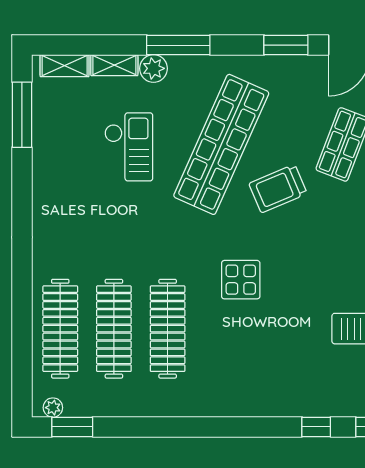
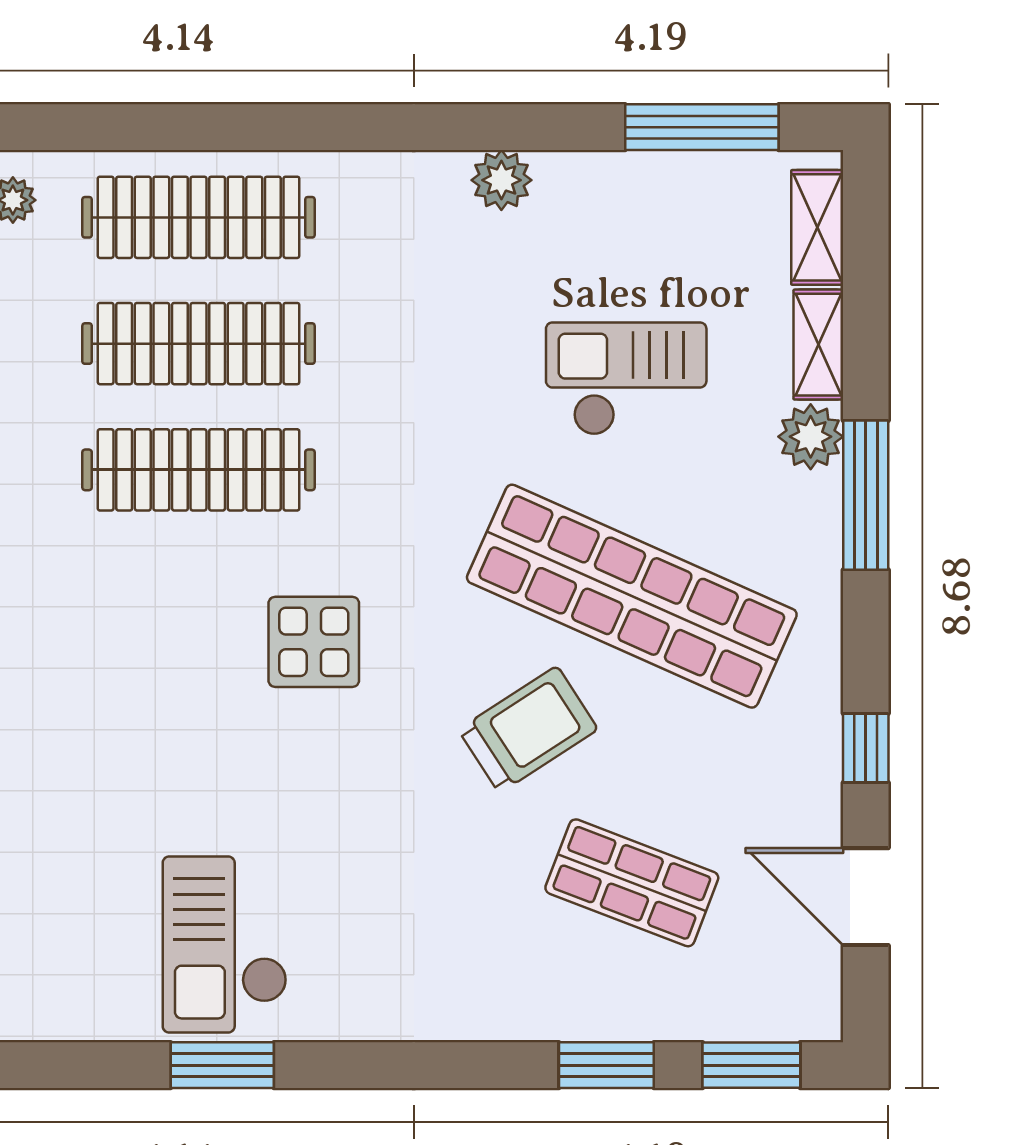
window: (286, 45) -> (866, 748), width x0.67
checkout: (129, 147) -> (626, 379), turned 180
trolley: (278, 189) -> (528, 729), turned 80
plant: (44, 200) -> (501, 180), added

